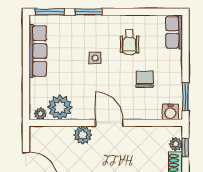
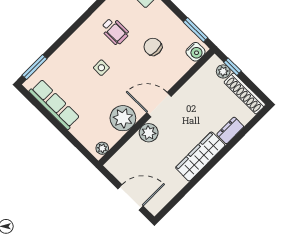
window: (88, 12) -> (63, 39), removed
plant: (60, 107) -> (123, 118), moved

